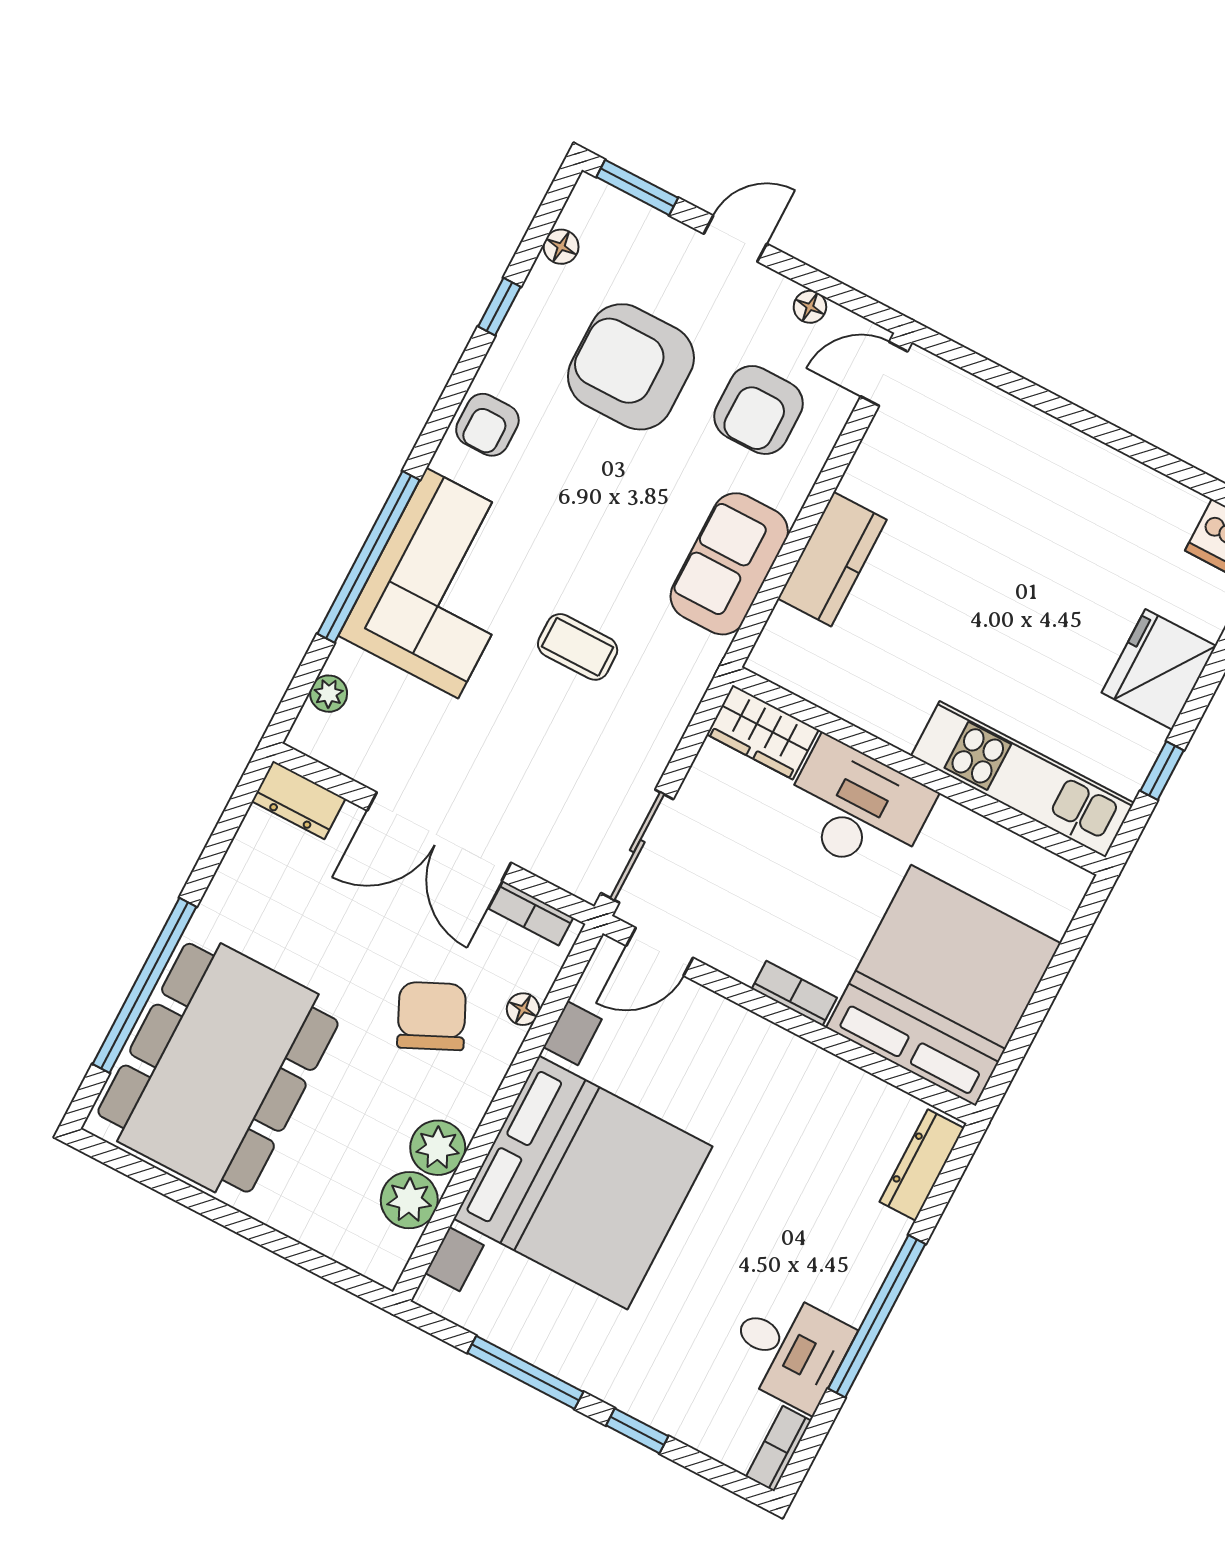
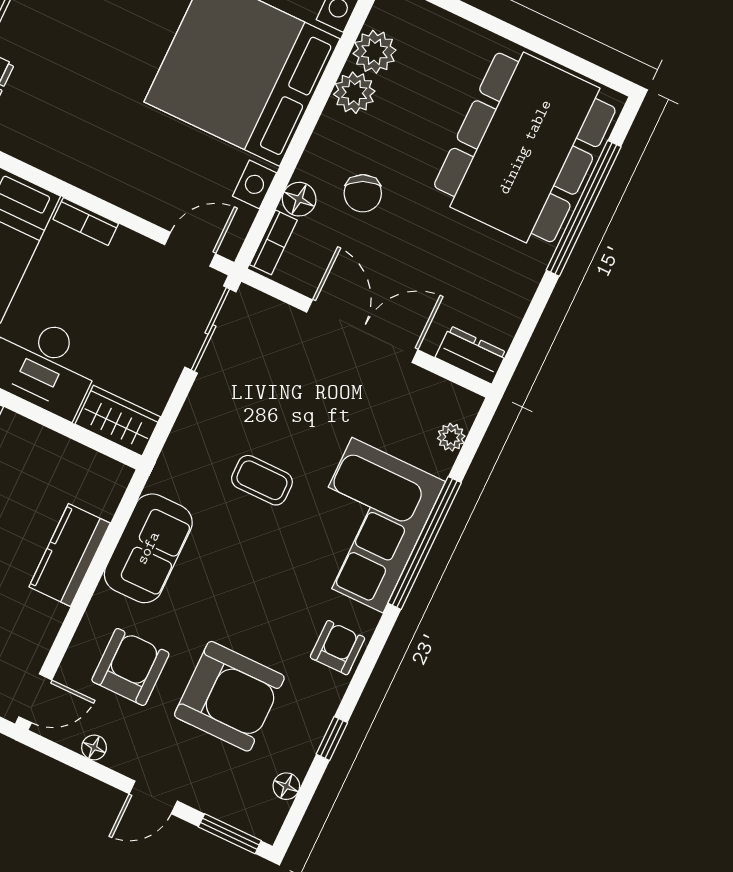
bookcase: (531, 913) -> (273, 242), moved, turned 90
floor lamp: (523, 1009) -> (299, 199), width x1.37, depth x1.37
chair: (432, 1016) -> (363, 193), width x0.73, depth x0.73

